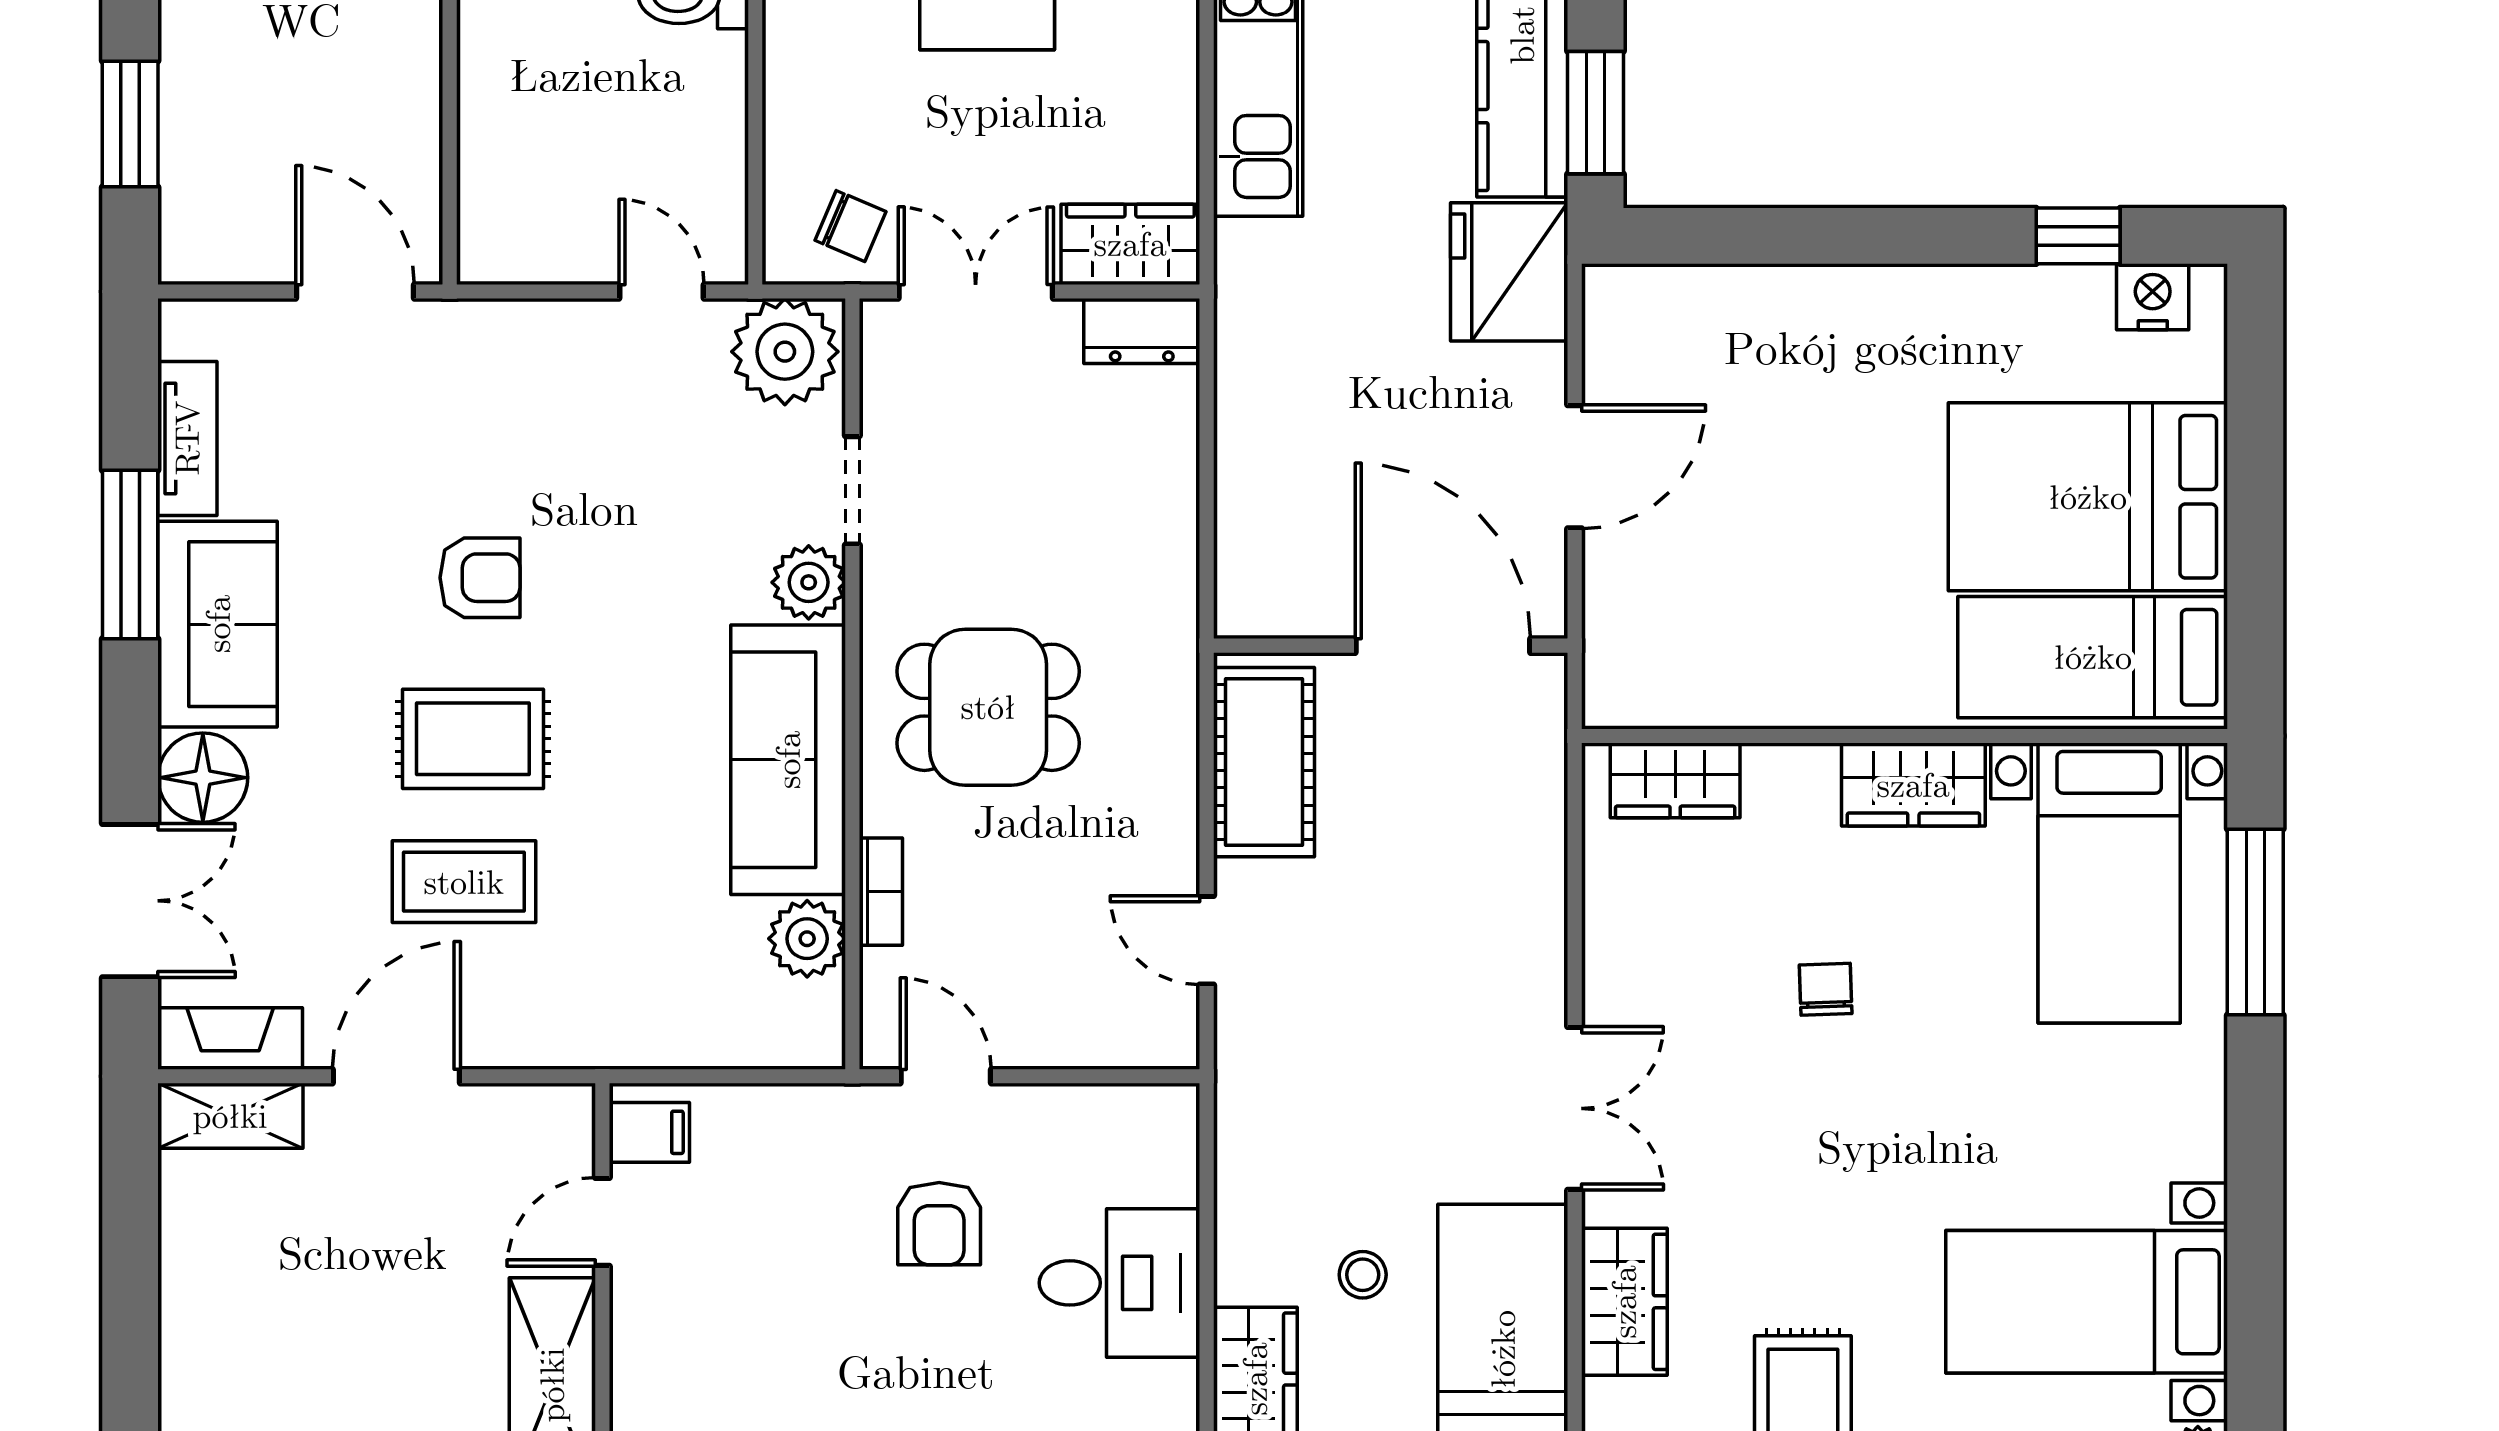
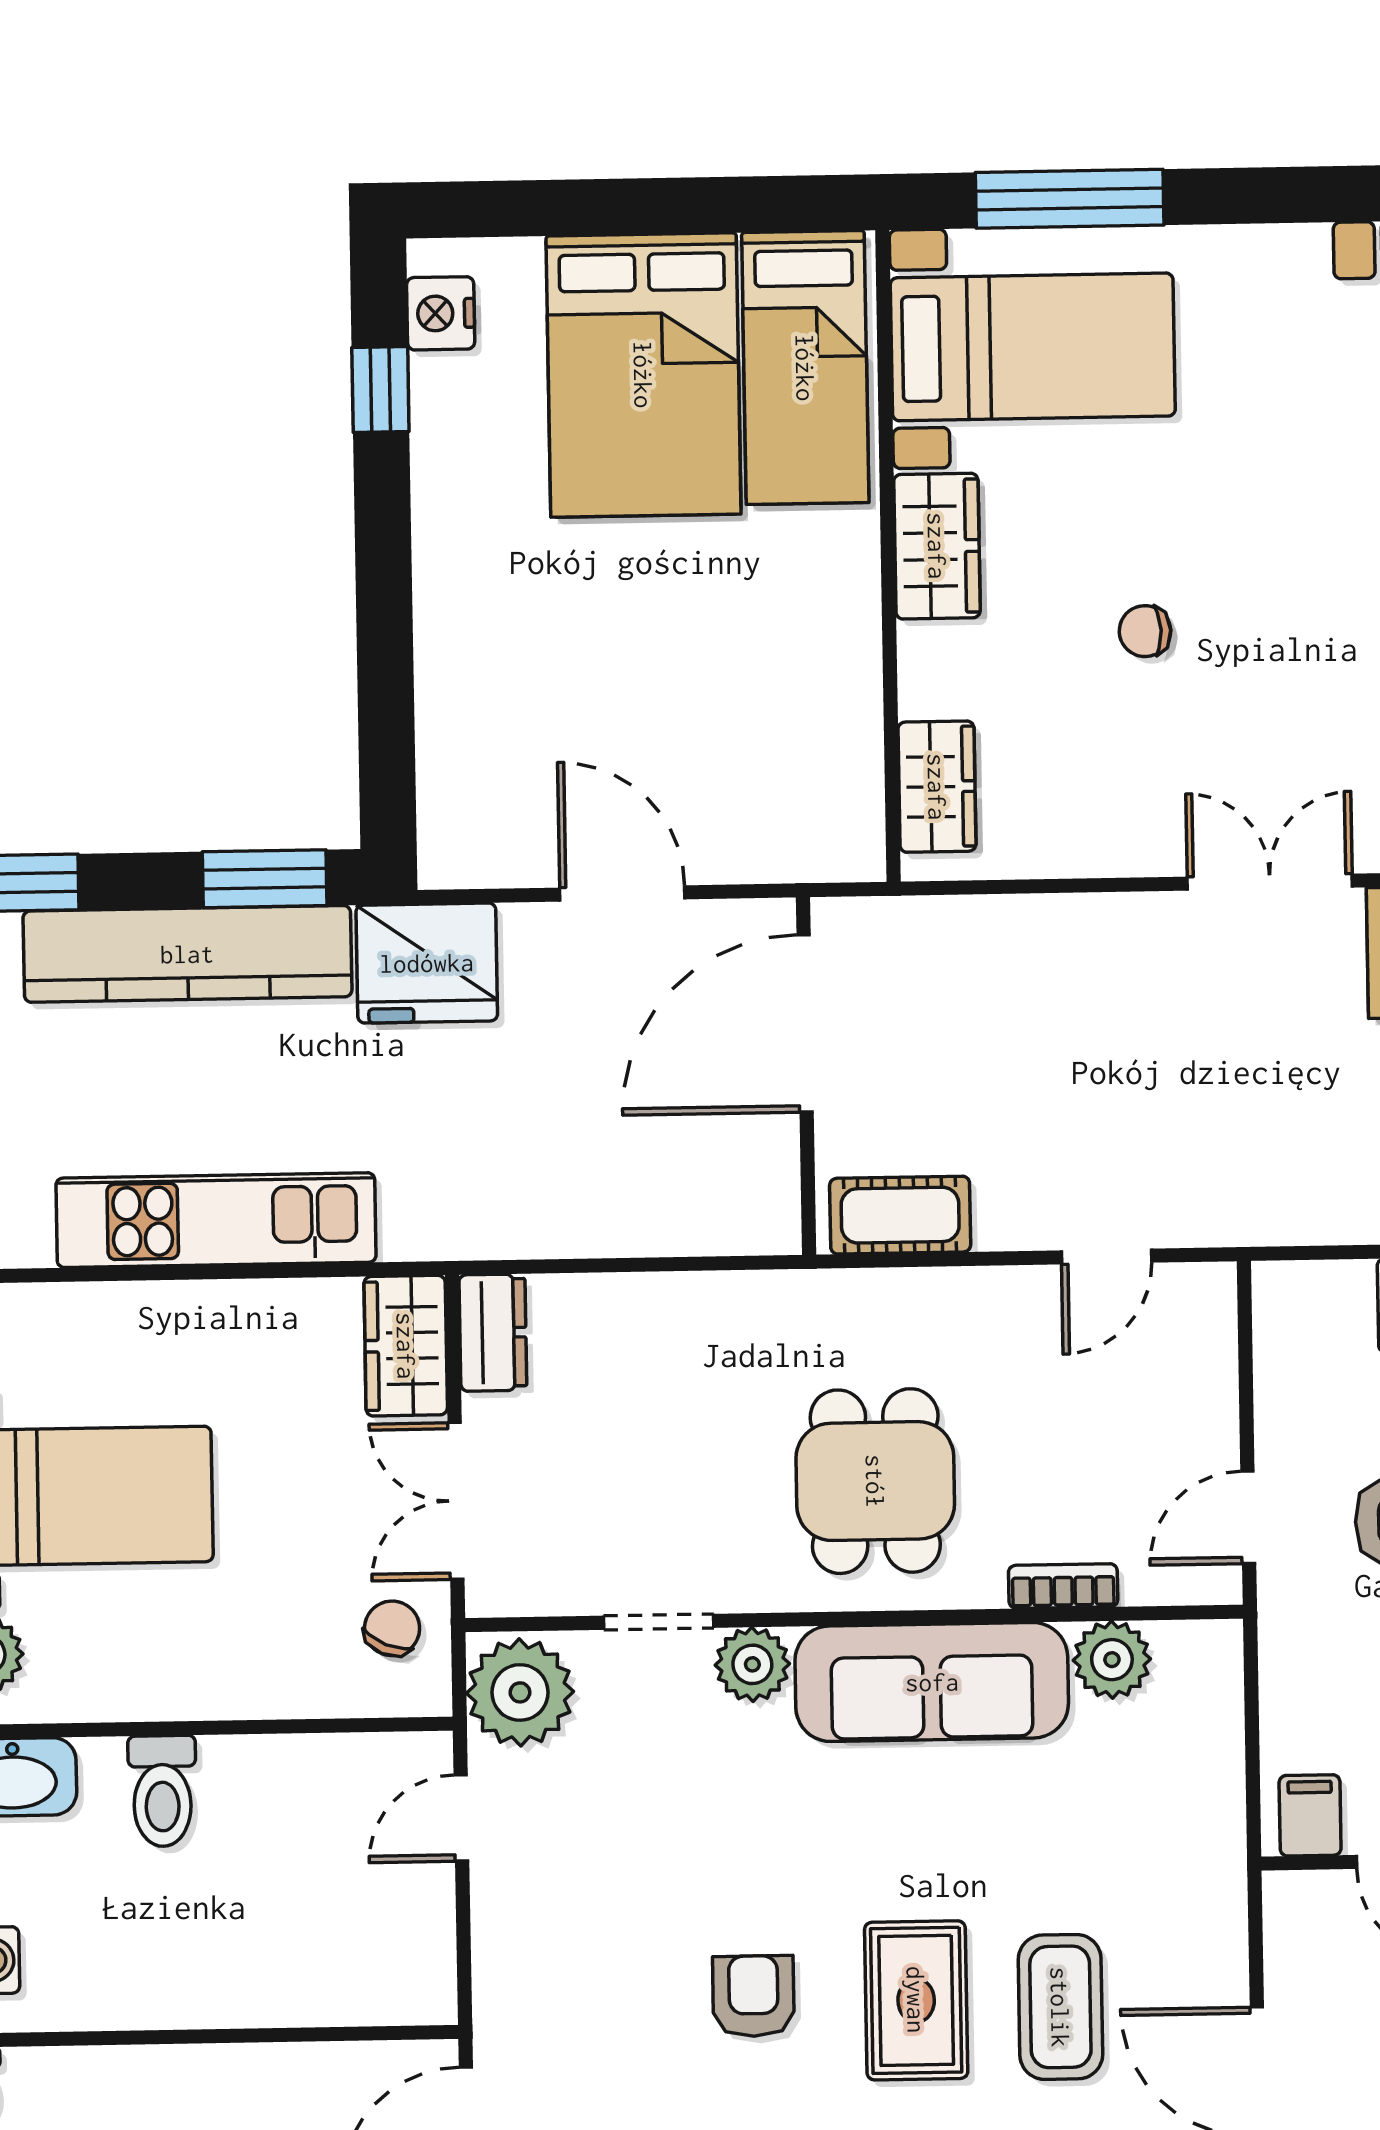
cot: (1264, 762) -> (900, 1215), width x0.73, depth x0.75

